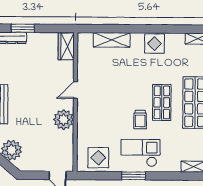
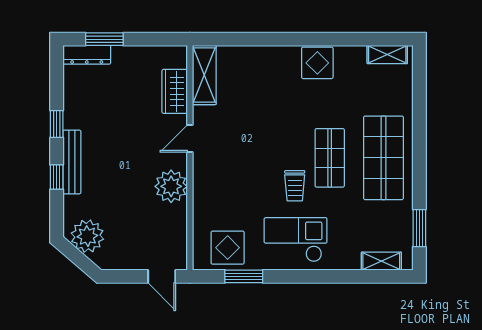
shelving: (112, 40) -> (204, 75), moved, turned 90
wardrobe: (66, 46) -> (175, 91), moved
window: (134, 176) -> (244, 276), moved

